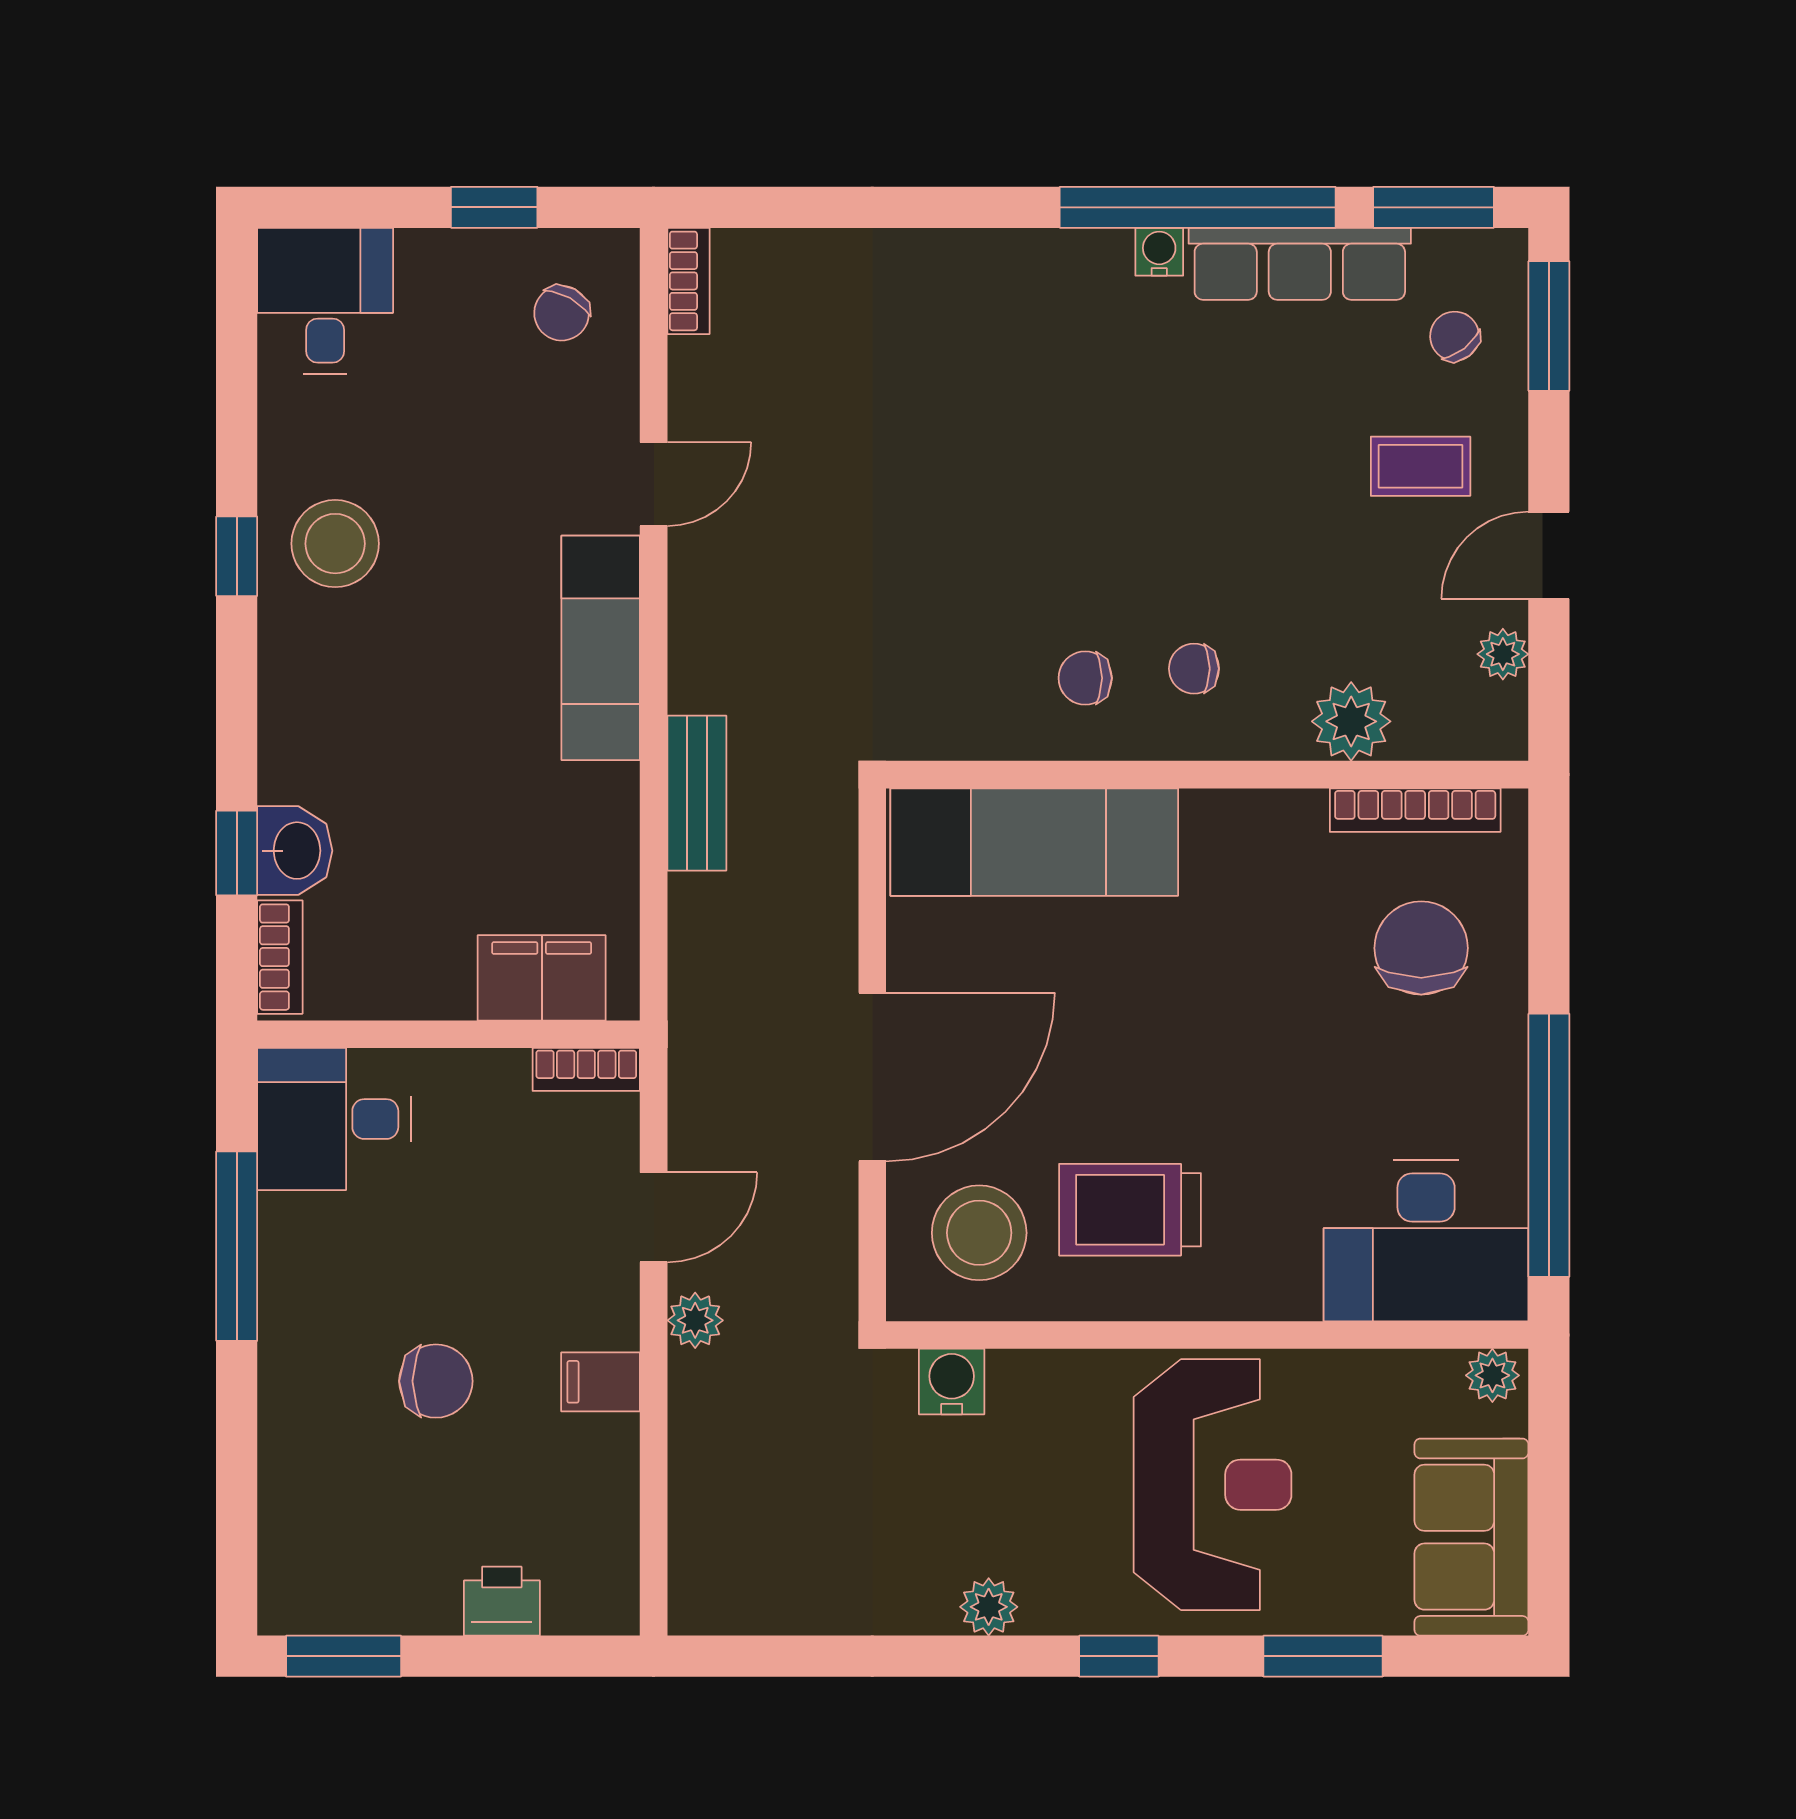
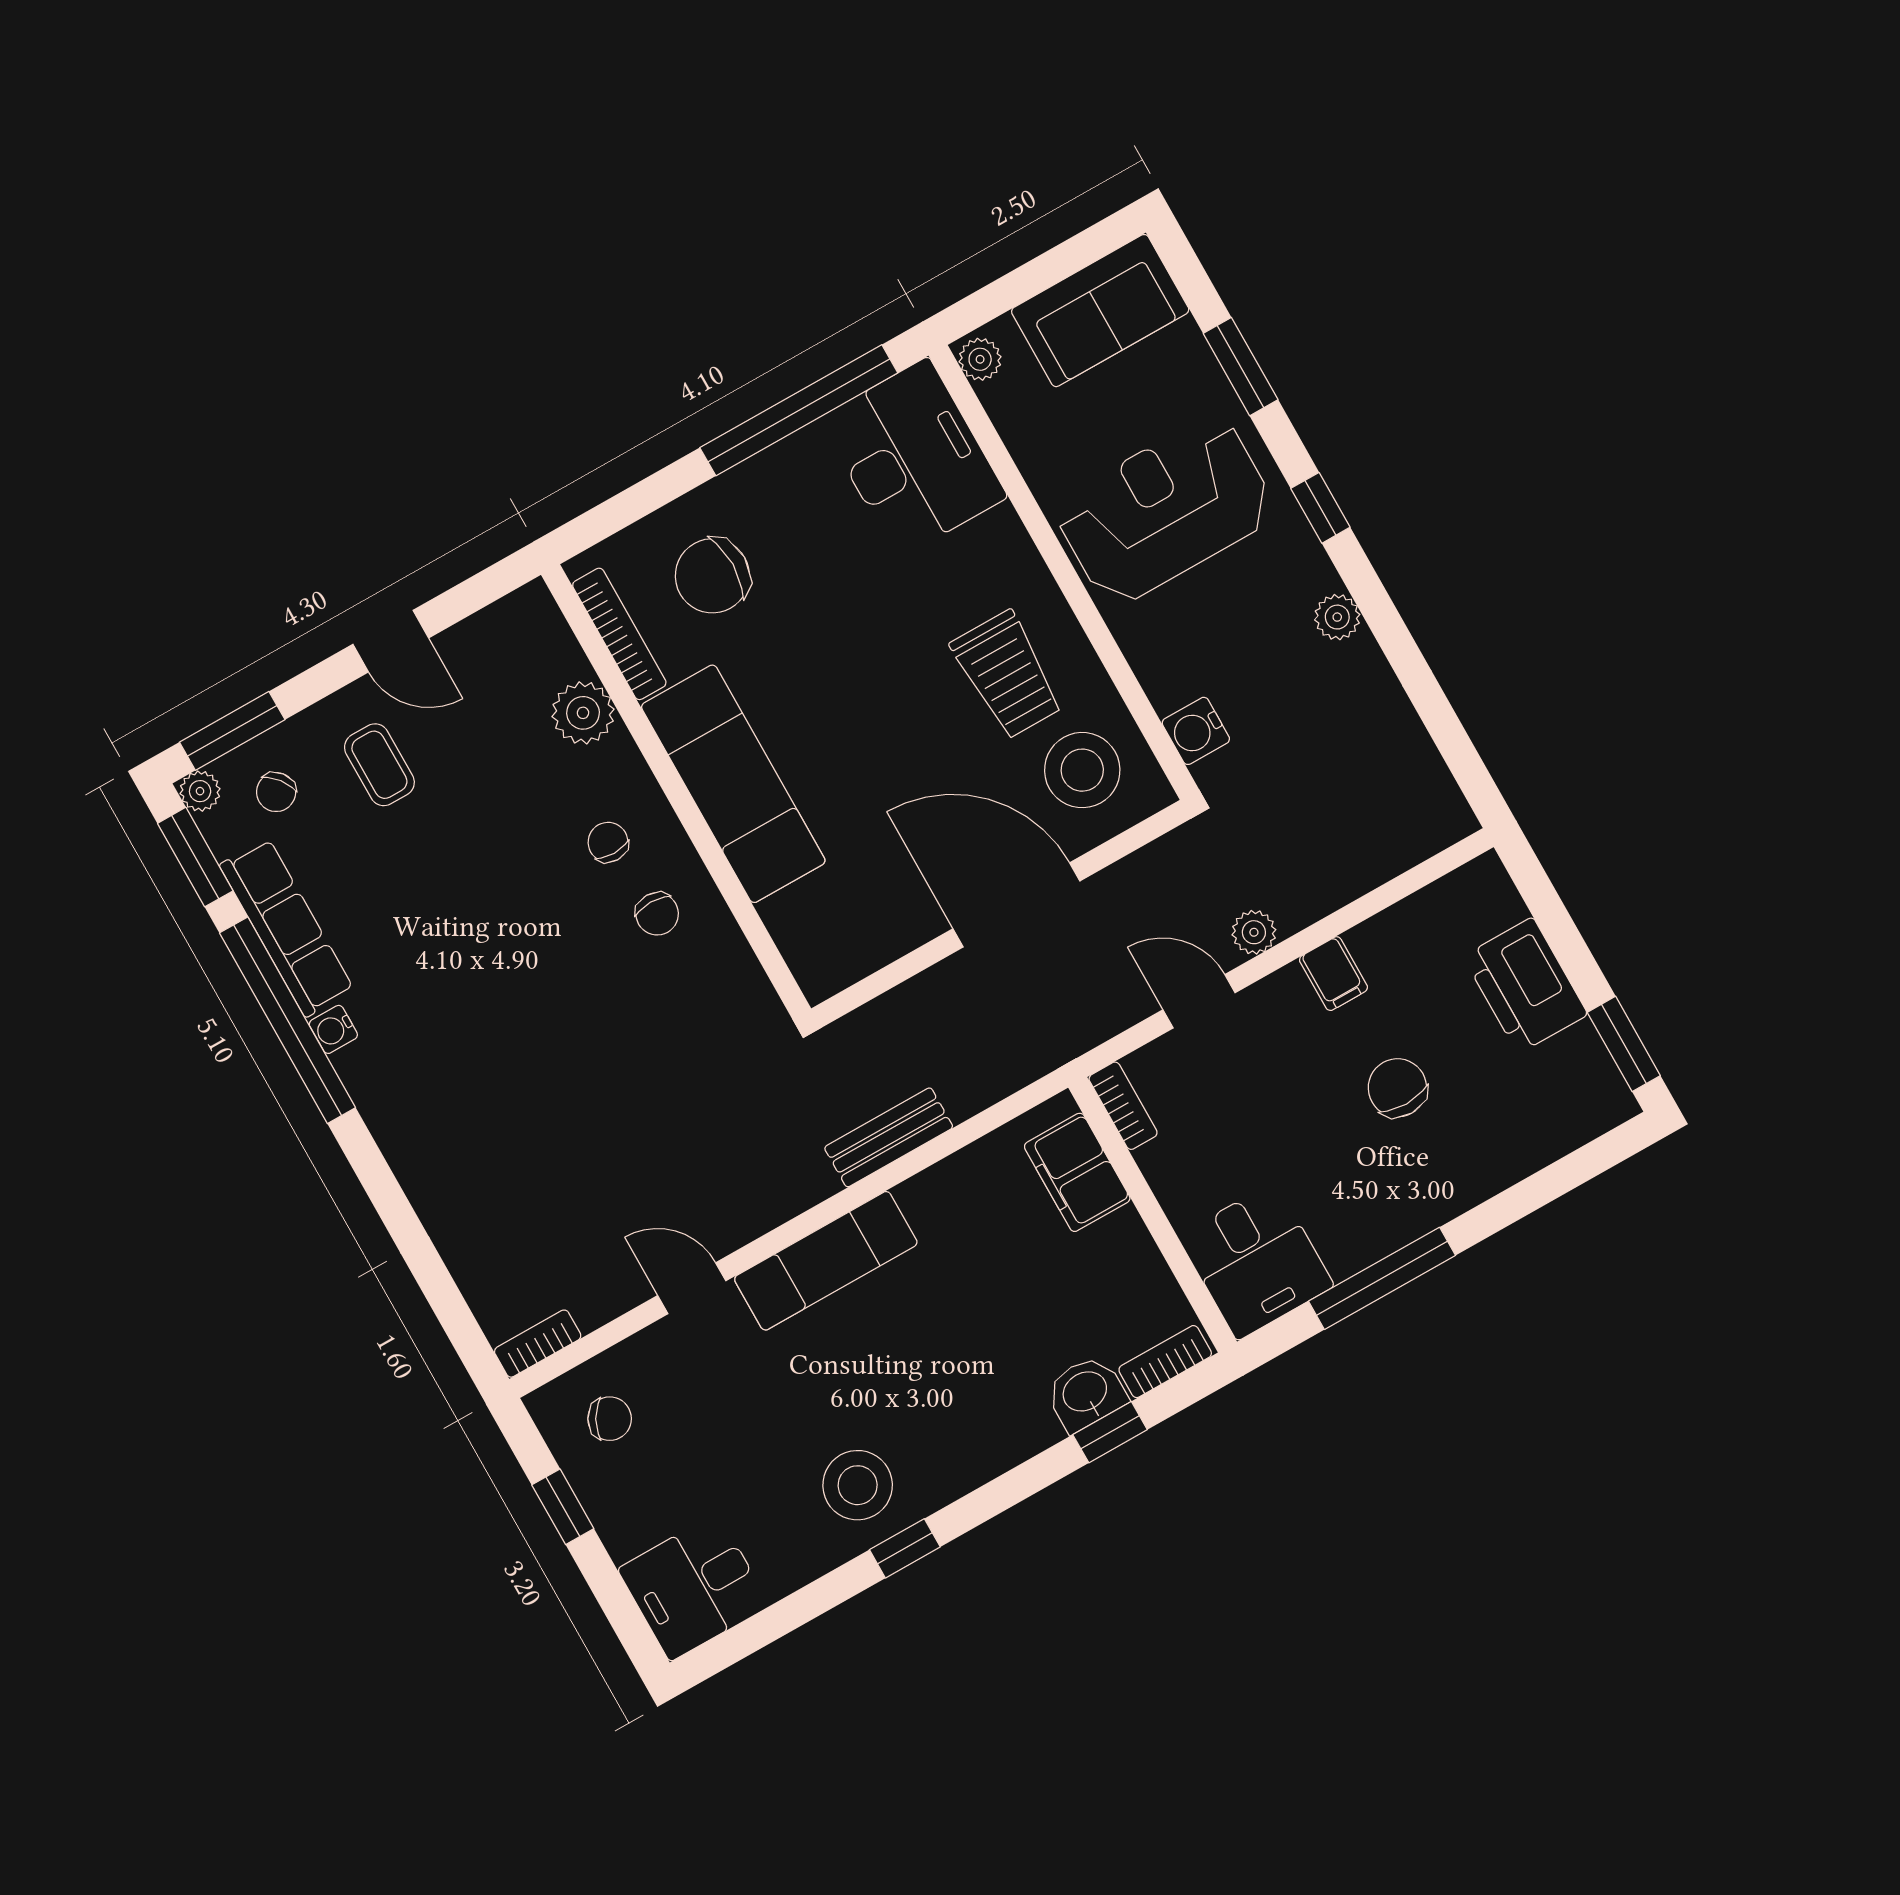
plant: (1503, 654) -> (200, 791), moved
chair: (1194, 669) -> (608, 842), turned 180
exam couch: (1034, 842) -> (733, 784), moved
printer: (502, 1601) -> (1525, 985), width x1.87, depth x1.48

